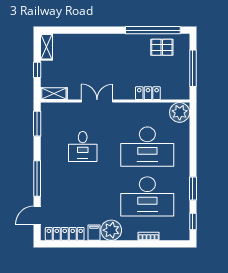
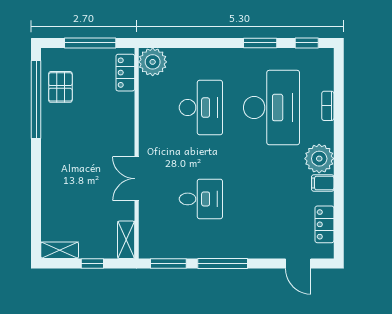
locker: (148, 93) -> (125, 73), moved
desk: (147, 147) -> (201, 108), width x0.73, depth x0.77
window: (37, 179) -> (223, 264), moved
locker: (65, 234) -> (324, 224), width x0.66

